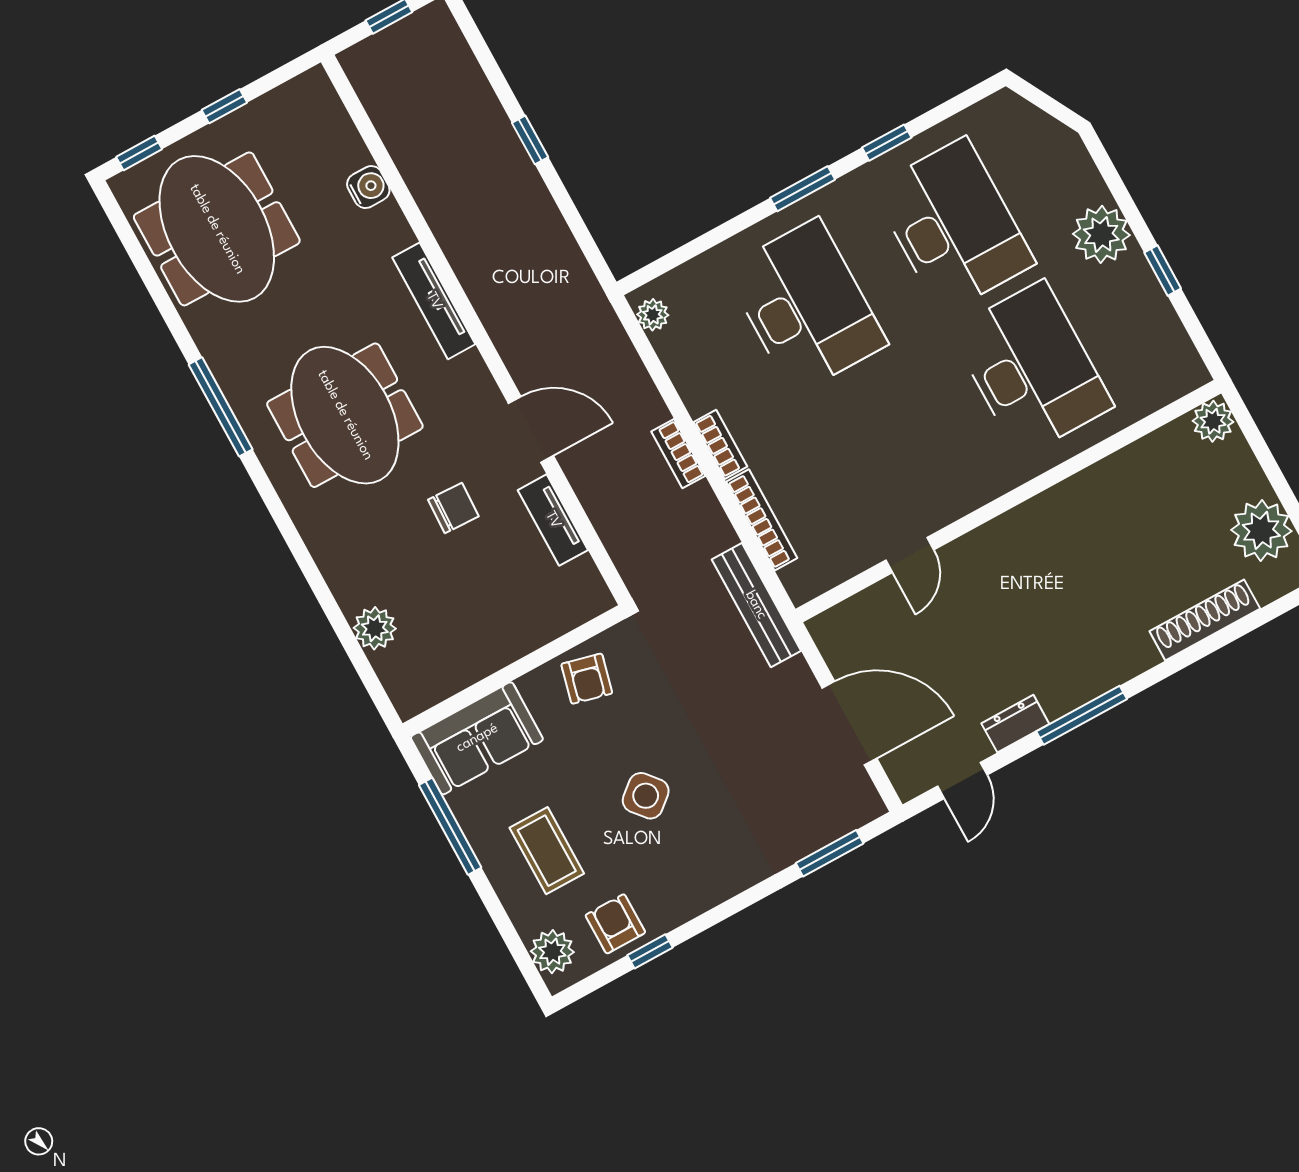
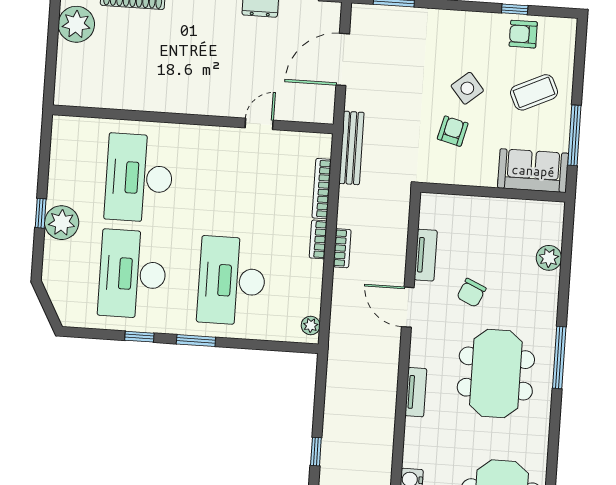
window: (1163, 271) -> (41, 213), moved
tv unit: (434, 301) -> (416, 392), width x0.71
window: (221, 407) -> (559, 357), moved
plant: (1213, 421) -> (66, 94), removed
chair: (453, 508) -> (471, 293), turned -68
armchair: (587, 679) -> (453, 131), moved
door: (849, 723) -> (343, 59), hinge flipped
coffee table: (547, 851) -> (534, 92), turned 65
armchair: (615, 924) -> (523, 34), turned 90
plant: (552, 952) -> (563, 40), removed

